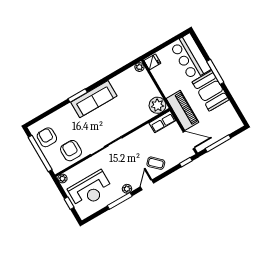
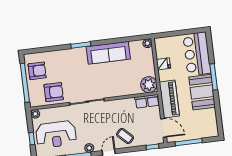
fridge: (152, 62) -> (163, 64), moved
sofa: (94, 99) -> (108, 53), moved
armchair: (47, 137) -> (37, 71), turned 90
armchair: (71, 151) -> (54, 92), turned 90

